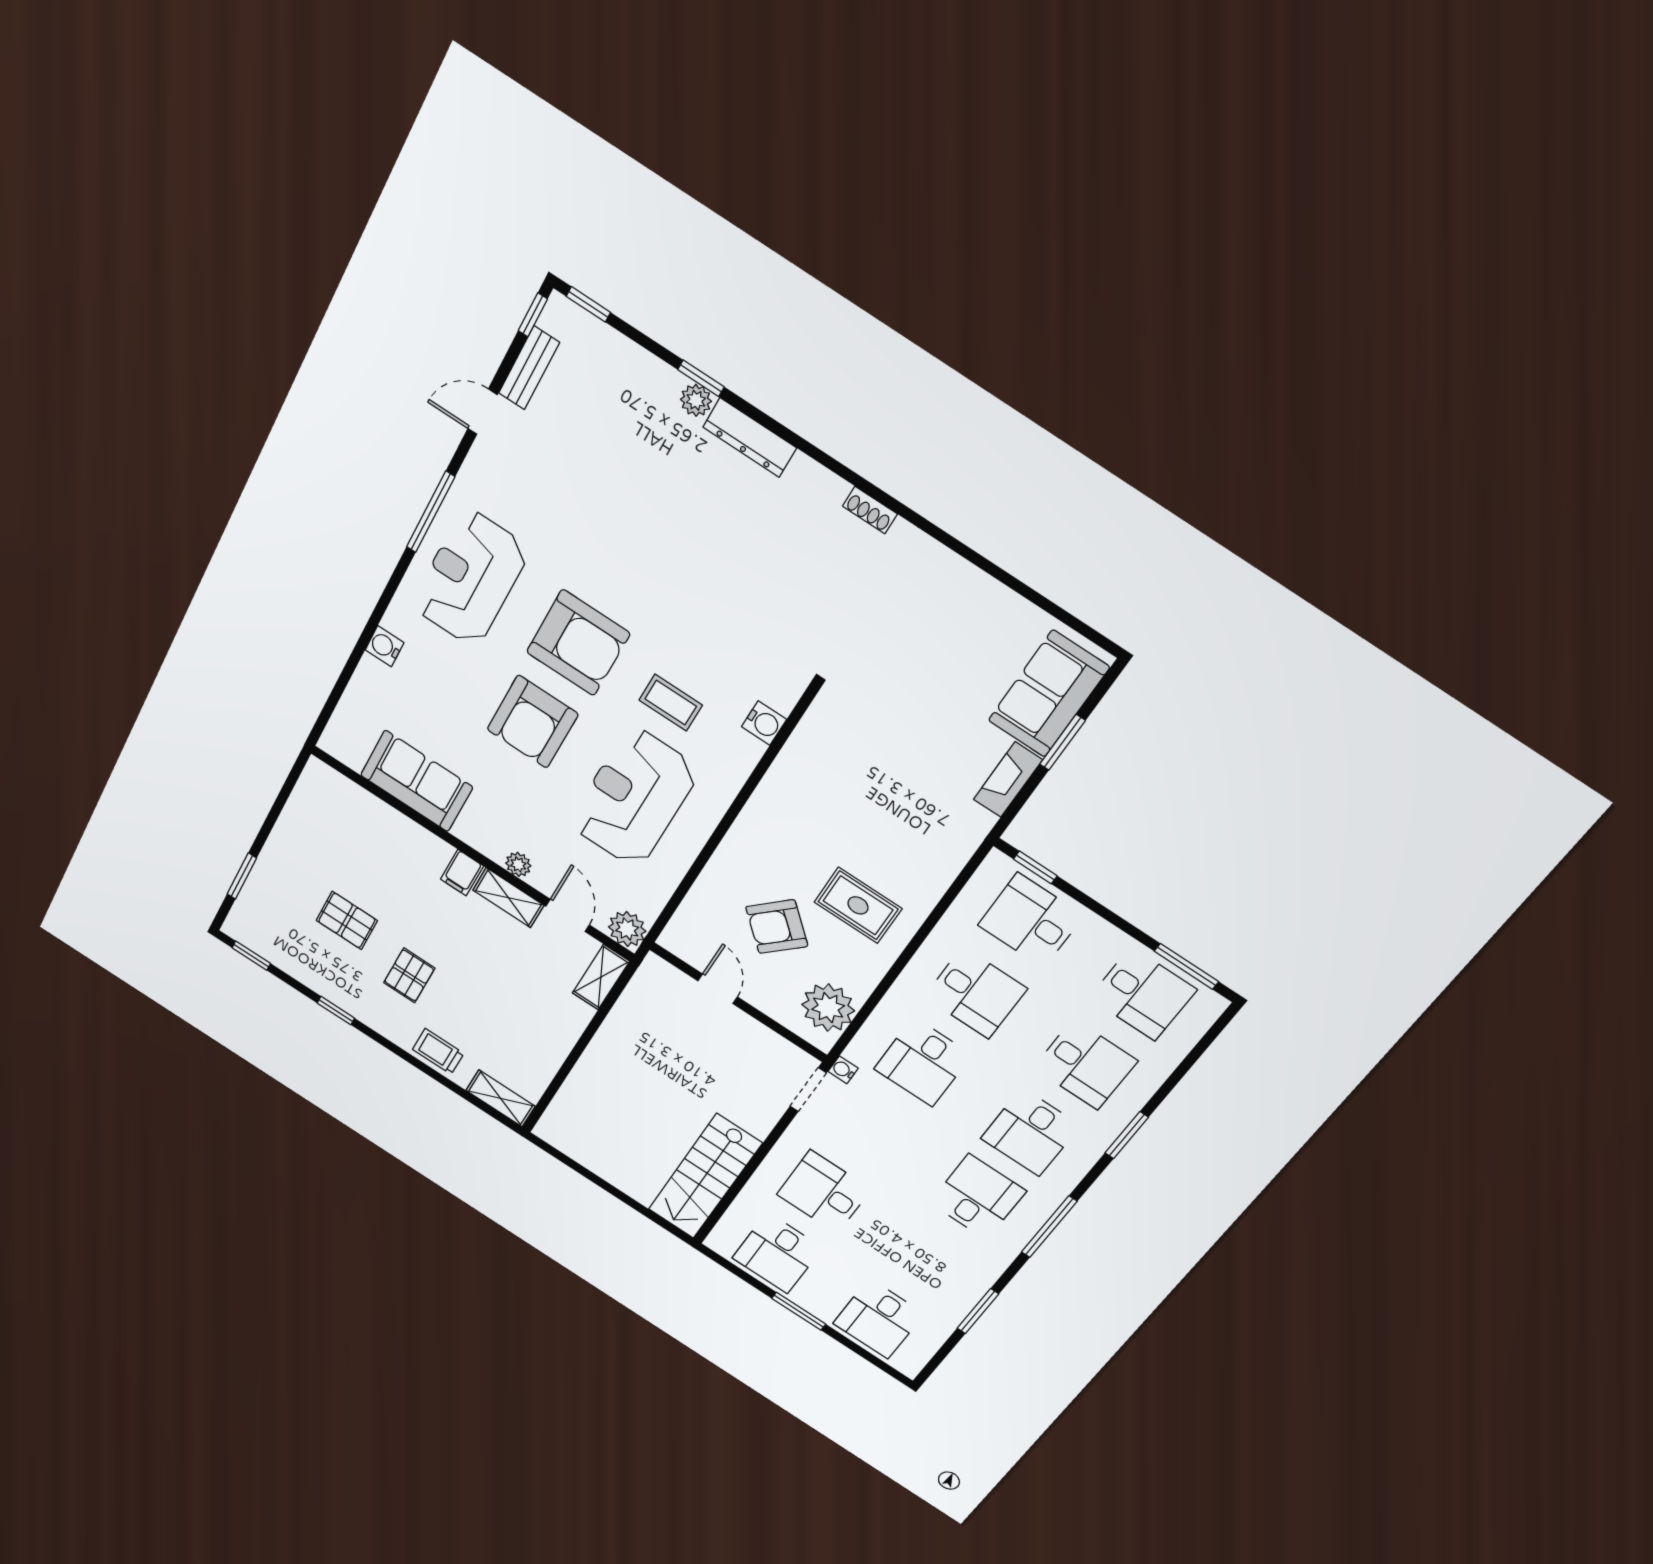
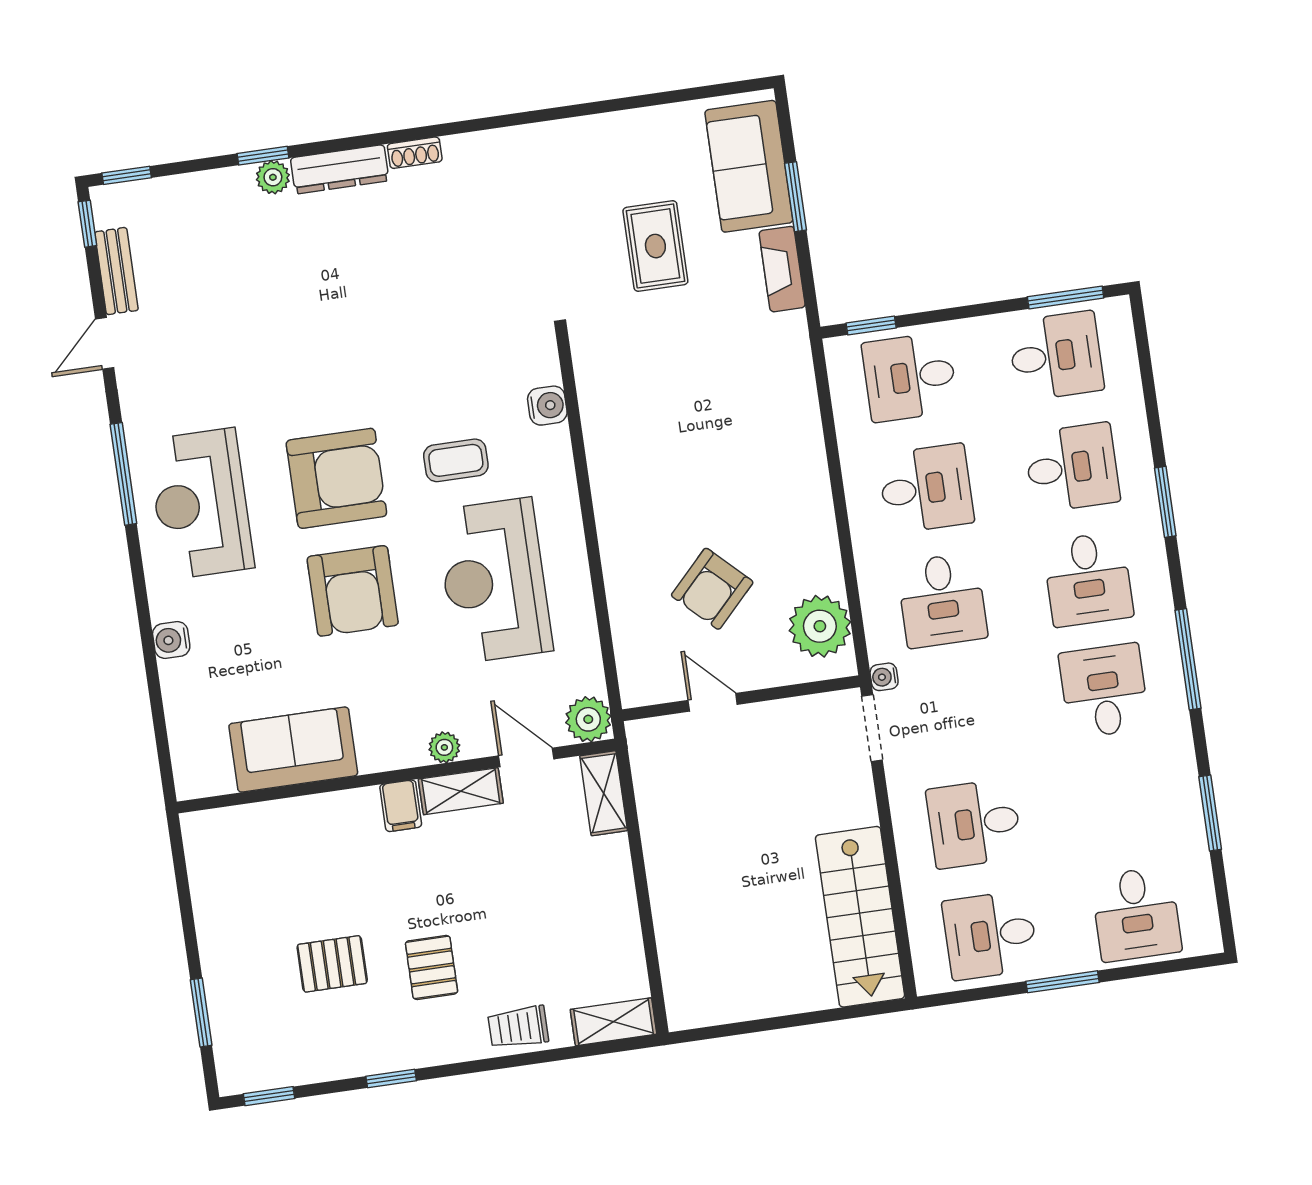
shoe rack: (870, 510) -> (415, 153), moved
rug: (858, 905) -> (655, 246), moved, turned 90
desk: (777, 1253) -> (990, 935), turned 90

